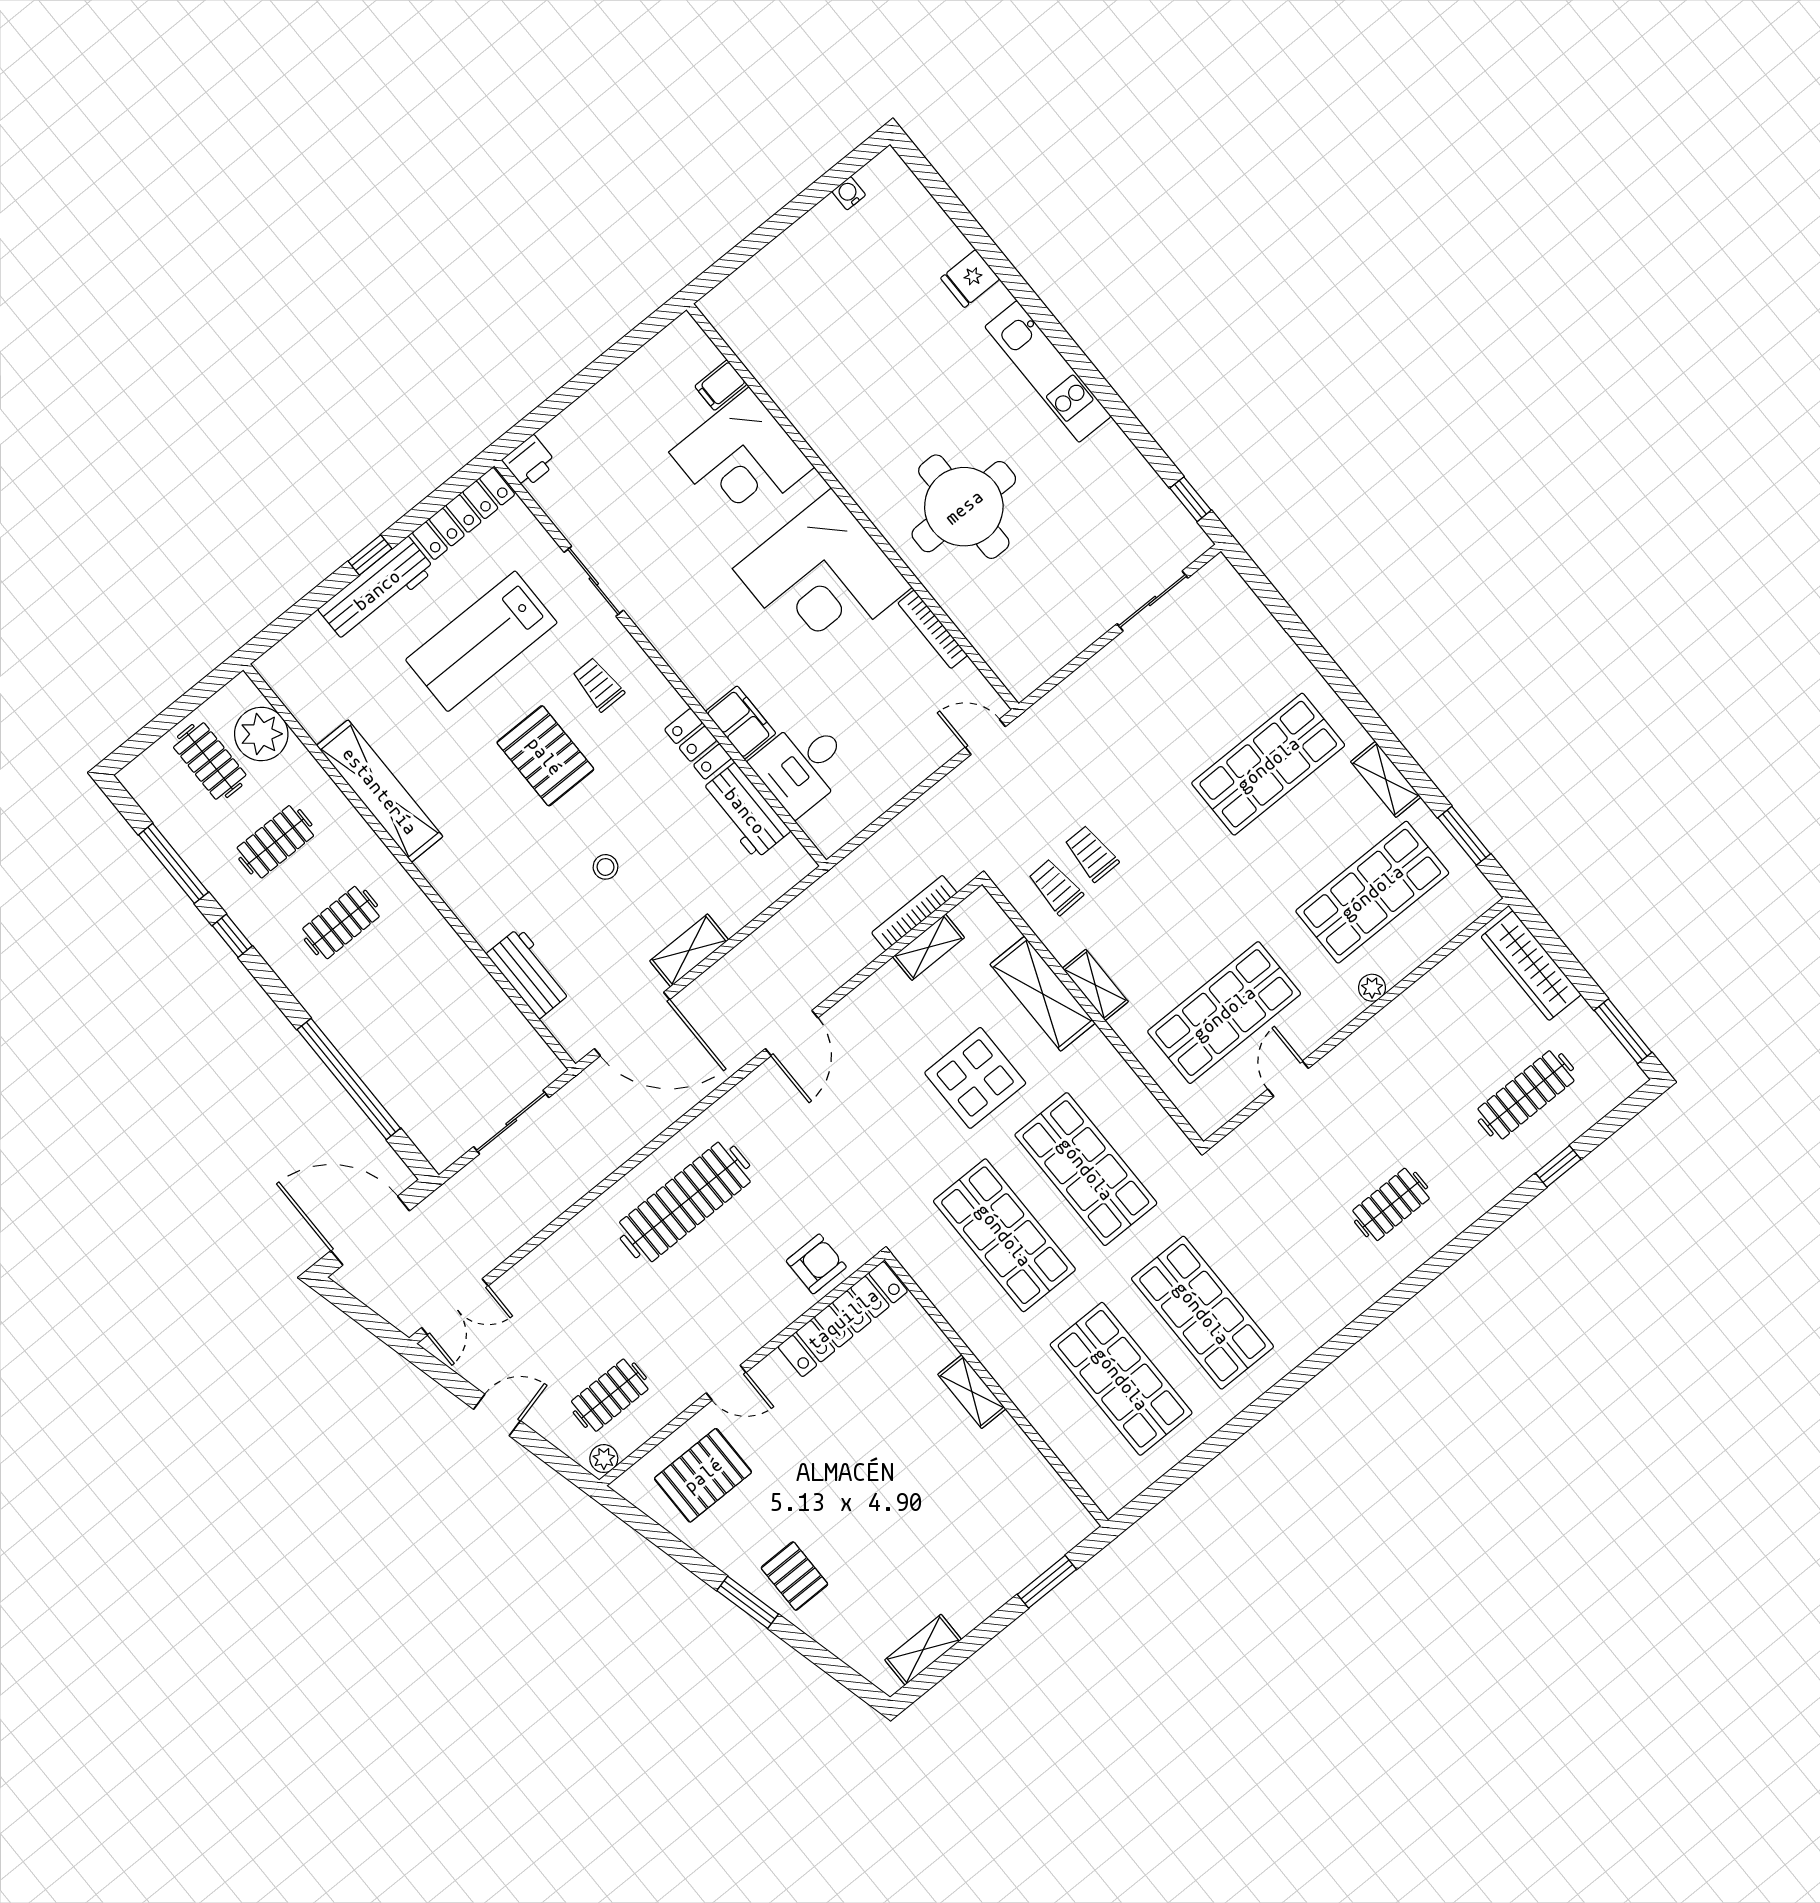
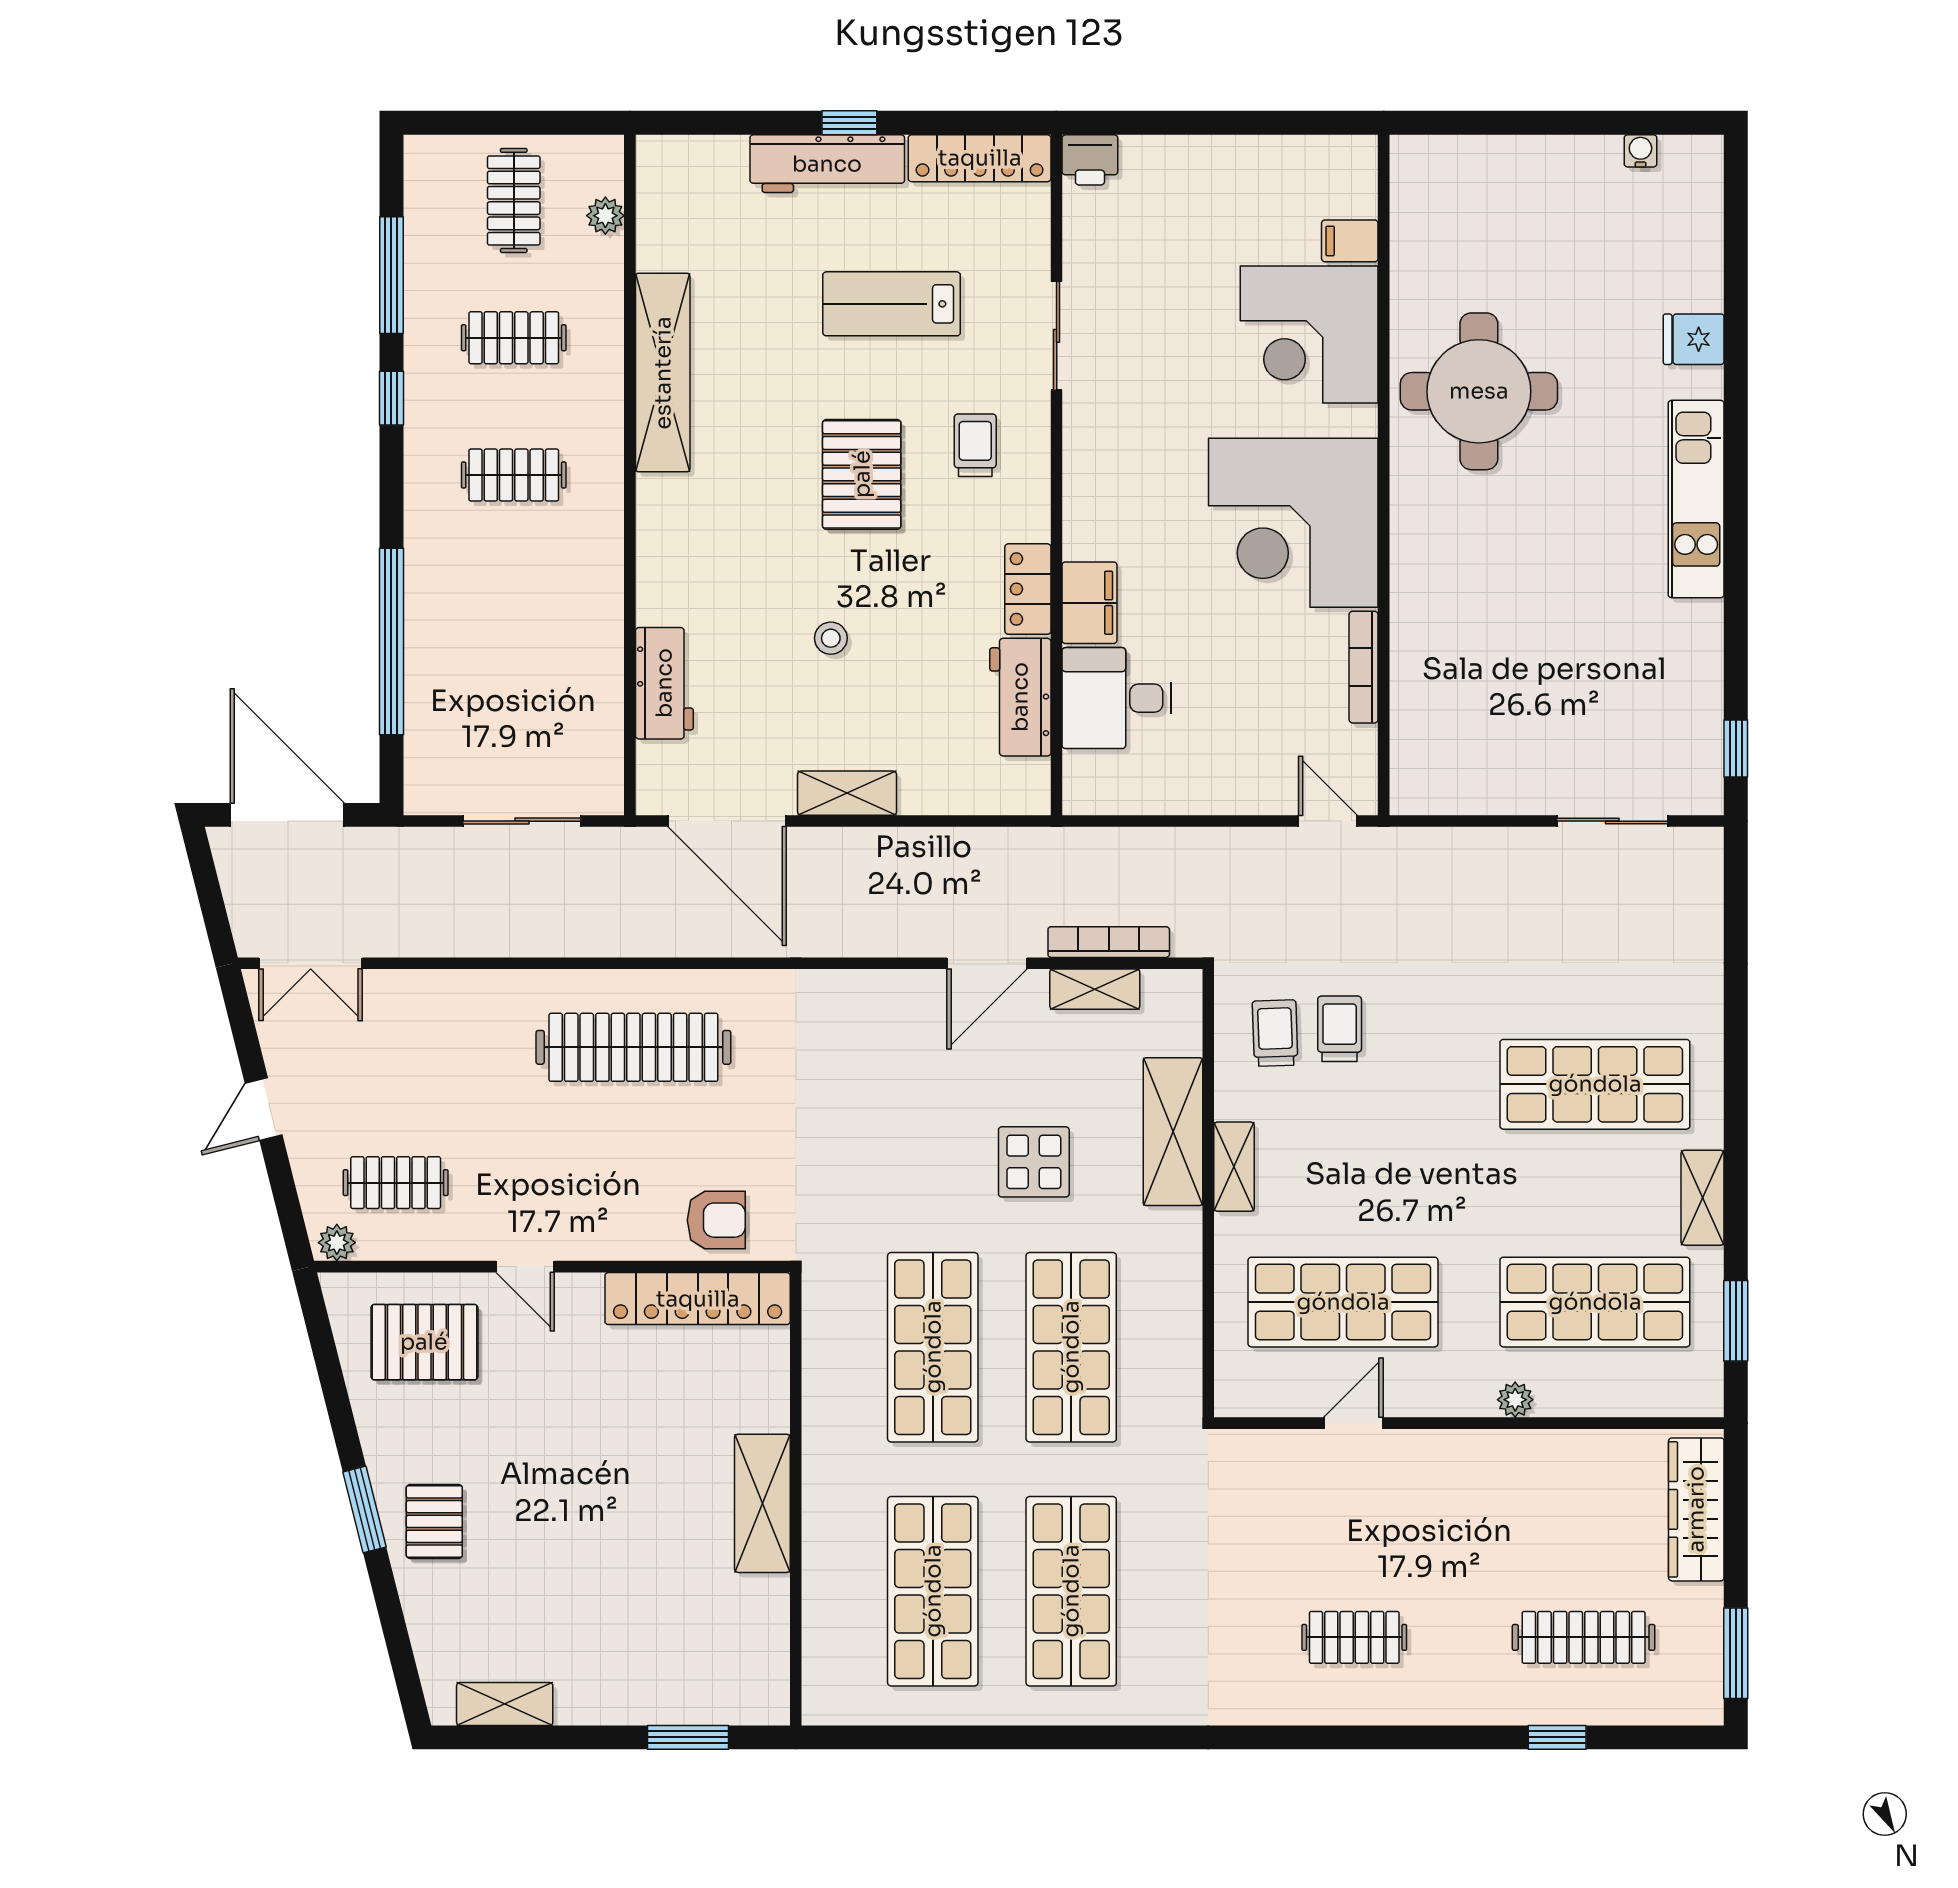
round table: (964, 507) -> (1479, 391), moved
lab bench: (481, 641) -> (892, 304), width x0.73, depth x0.72
plant: (261, 734) -> (605, 216), width x0.53, depth x0.53
door: (792, 1033) -> (987, 963), moved
display table: (975, 1078) -> (1034, 1162), width x0.73, depth x0.73
shelving: (972, 1392) -> (762, 1503), width x1.50, depth x1.33
door: (497, 1415) -> (264, 1109), swing flipped

